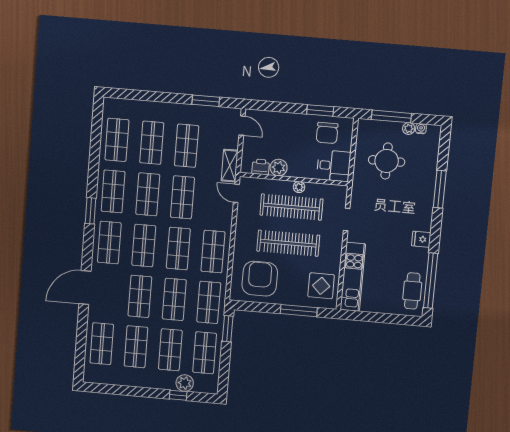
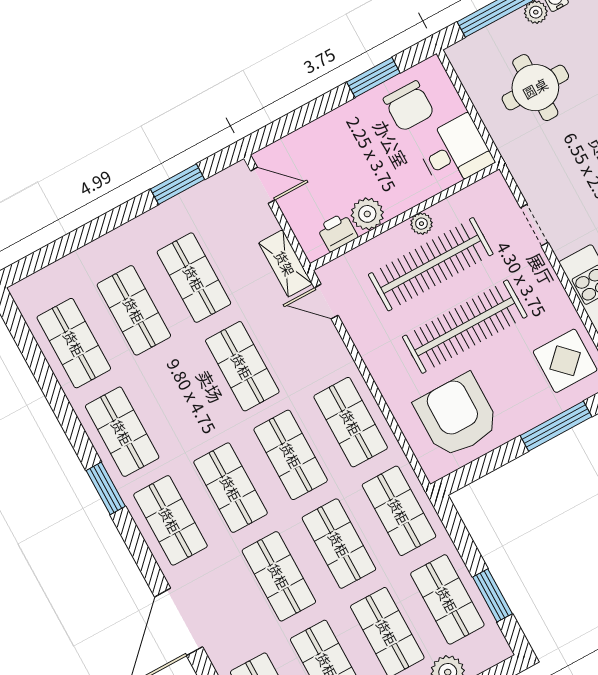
shop shelf: (148, 194) -> (182, 399), removed
window: (228, 329) -> (492, 595), moved

